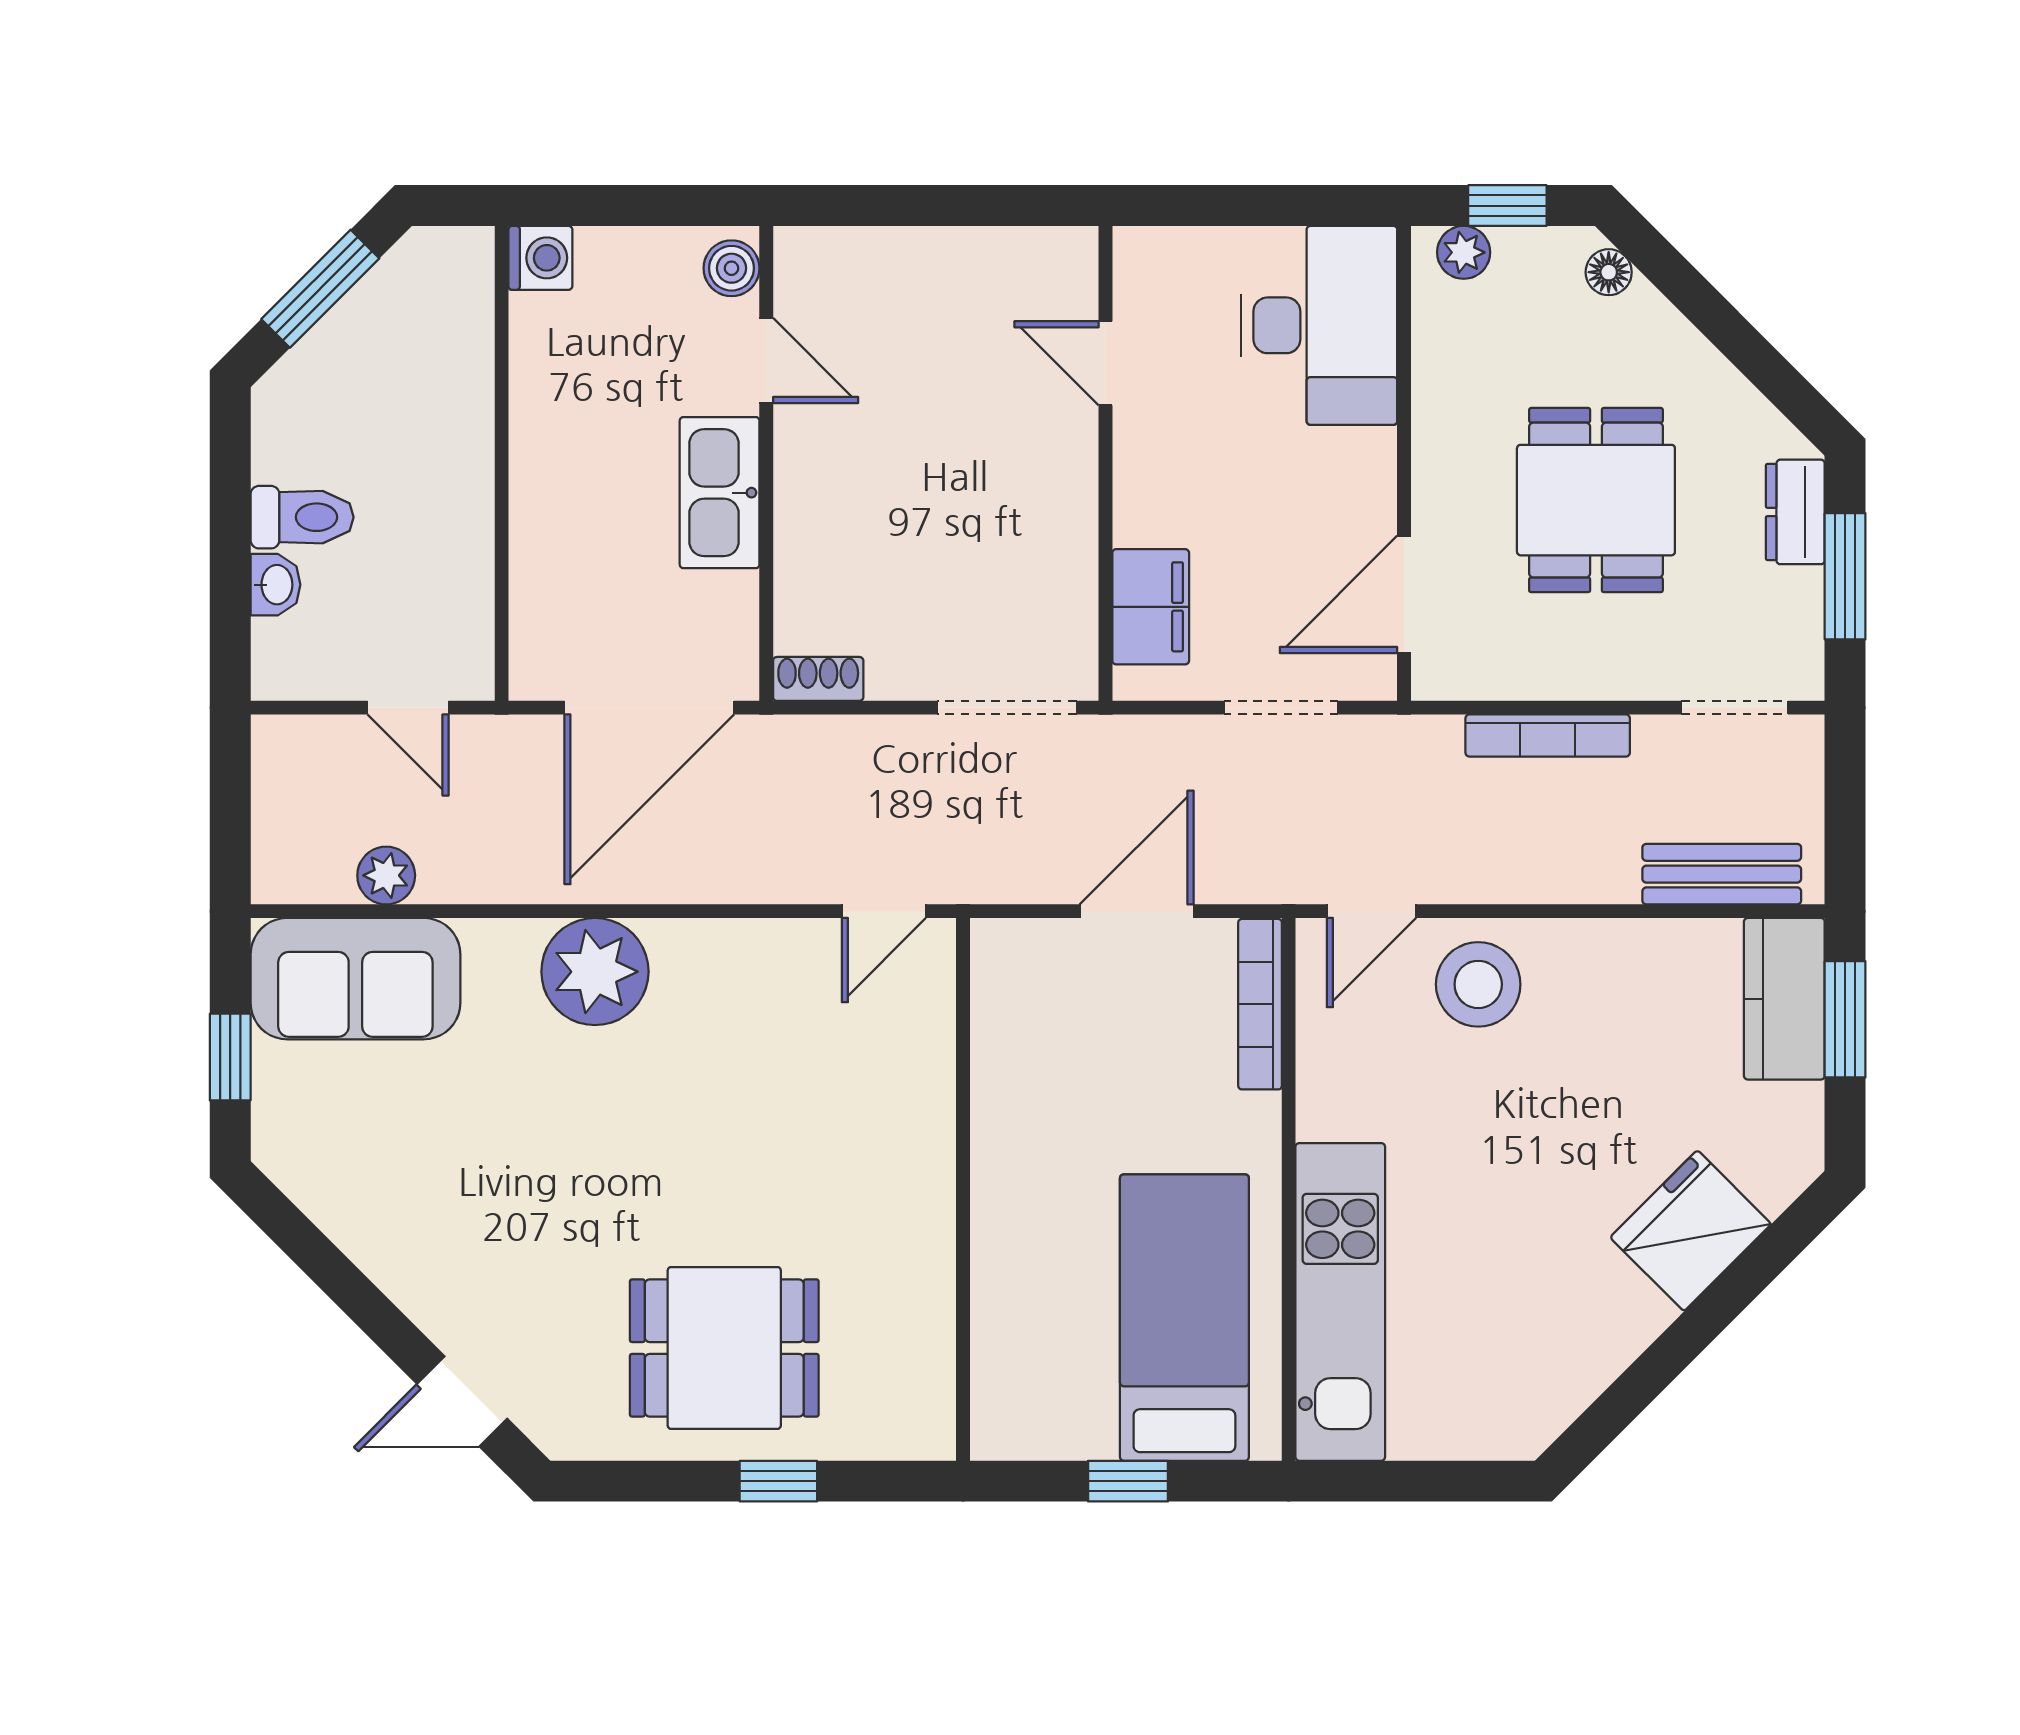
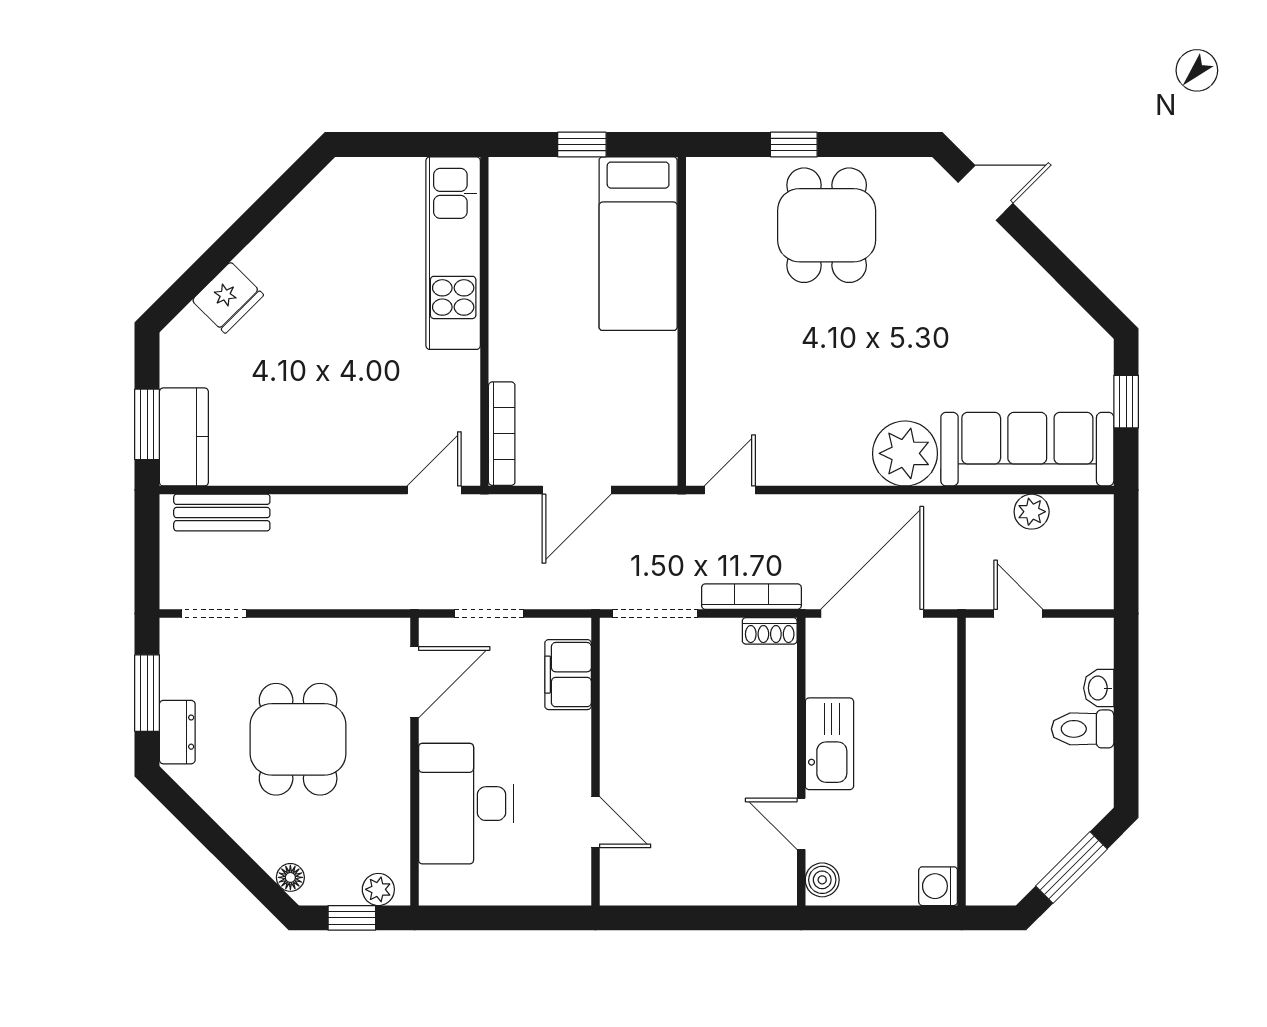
desk: (1319, 325) -> (466, 804), moved
bookcase: (1548, 735) -> (751, 597), moved
sofa: (355, 979) -> (1027, 449), width x1.36
stool: (1478, 984) -> (369, 446), removed
fridge: (1691, 1231) -> (228, 298), width x0.73, depth x0.75
bed: (1184, 1318) -> (638, 244), moved
dining table: (724, 1348) -> (827, 225), turned 90

